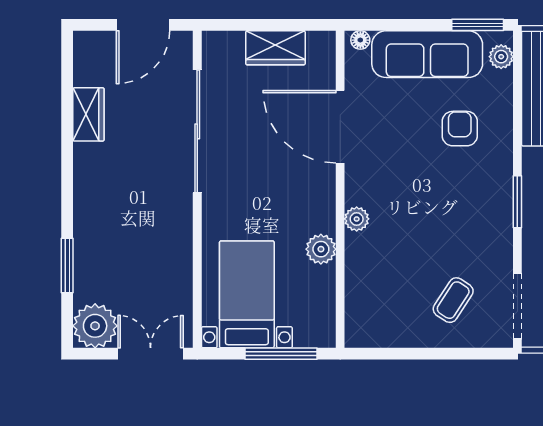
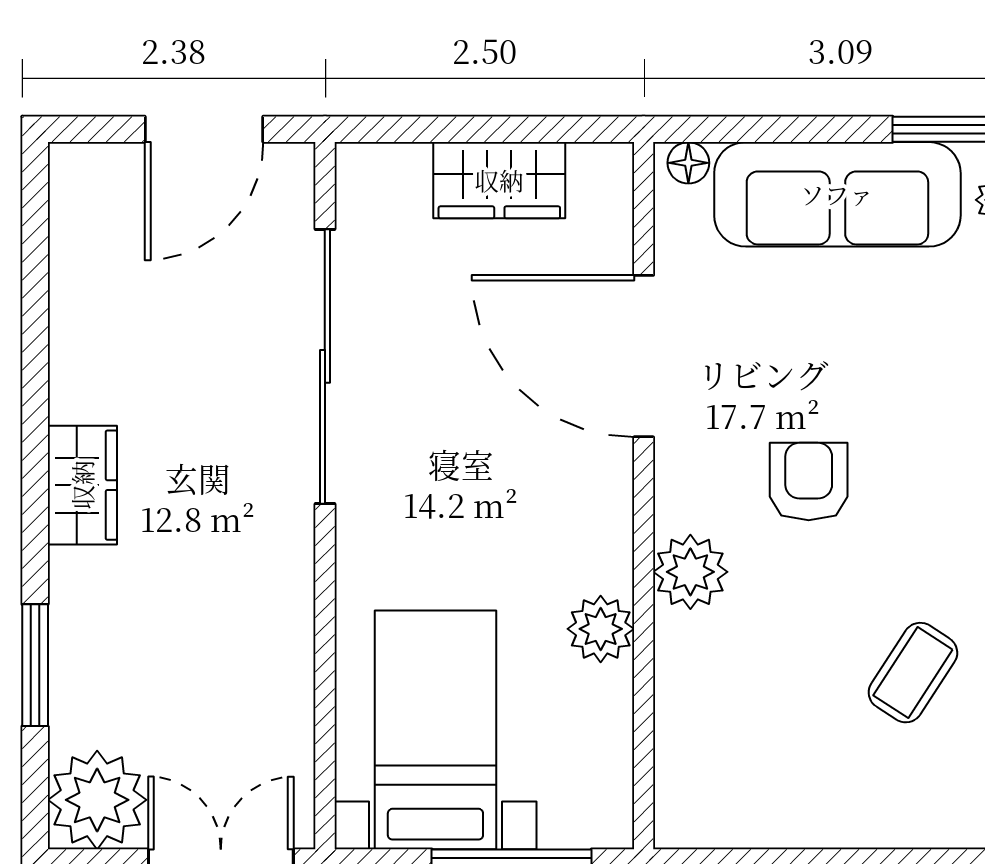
wardrobe: (88, 114) -> (82, 485), moved
armchair: (460, 129) -> (809, 481), moved
plant: (357, 219) -> (690, 572), width x1.38, depth x1.38
coffee table: (453, 300) -> (913, 673), moved

